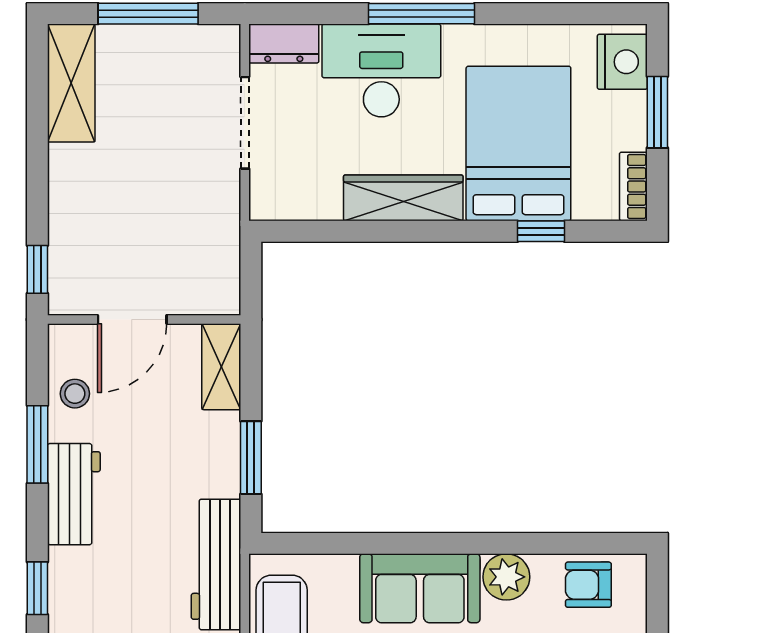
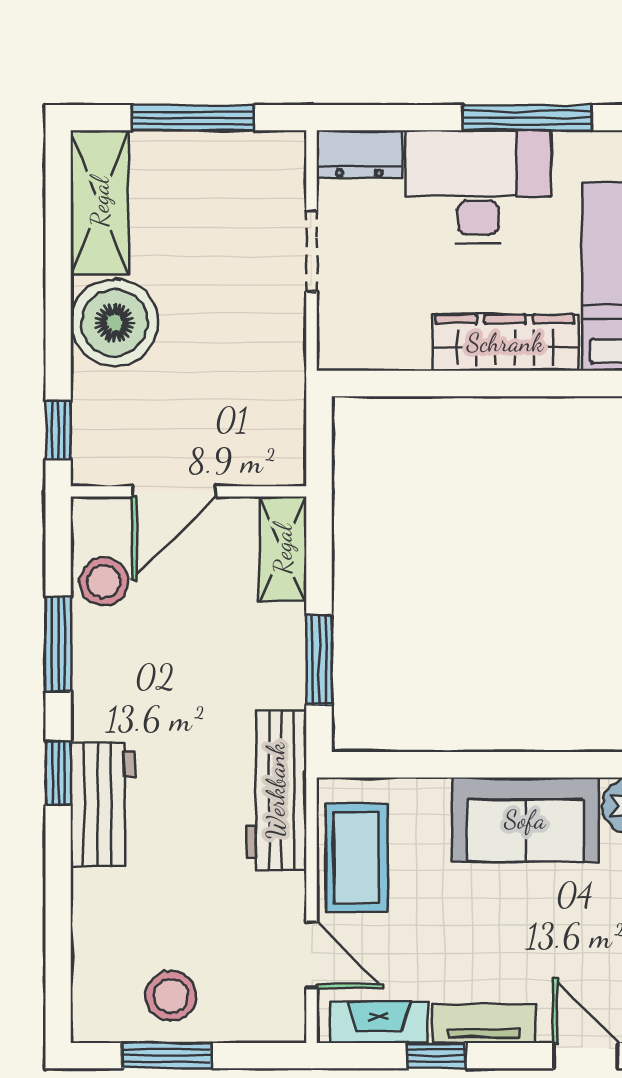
doorway: (245, 123) -> (312, 251), width x0.73
boiler: (84, 181) -> (115, 323), added
stool: (75, 394) -> (104, 582), width x1.37, depth x1.37
workbench: (74, 494) -> (103, 804), moved
window: (37, 588) -> (58, 773), moved

